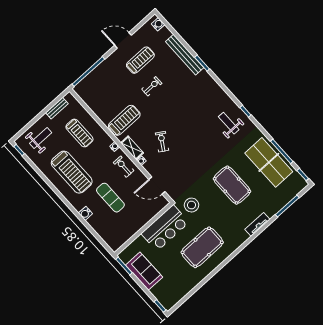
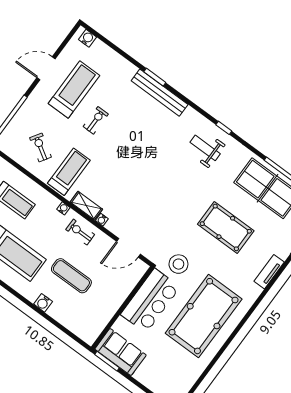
bench: (185, 55) -> (160, 93), moved
treadmill: (140, 60) -> (74, 89), width x1.37, depth x1.38
exercise bike: (162, 142) -> (41, 147), moved
pool table: (202, 247) -> (204, 316), width x1.36, depth x1.32
sofa: (144, 271) -> (120, 352), moved

